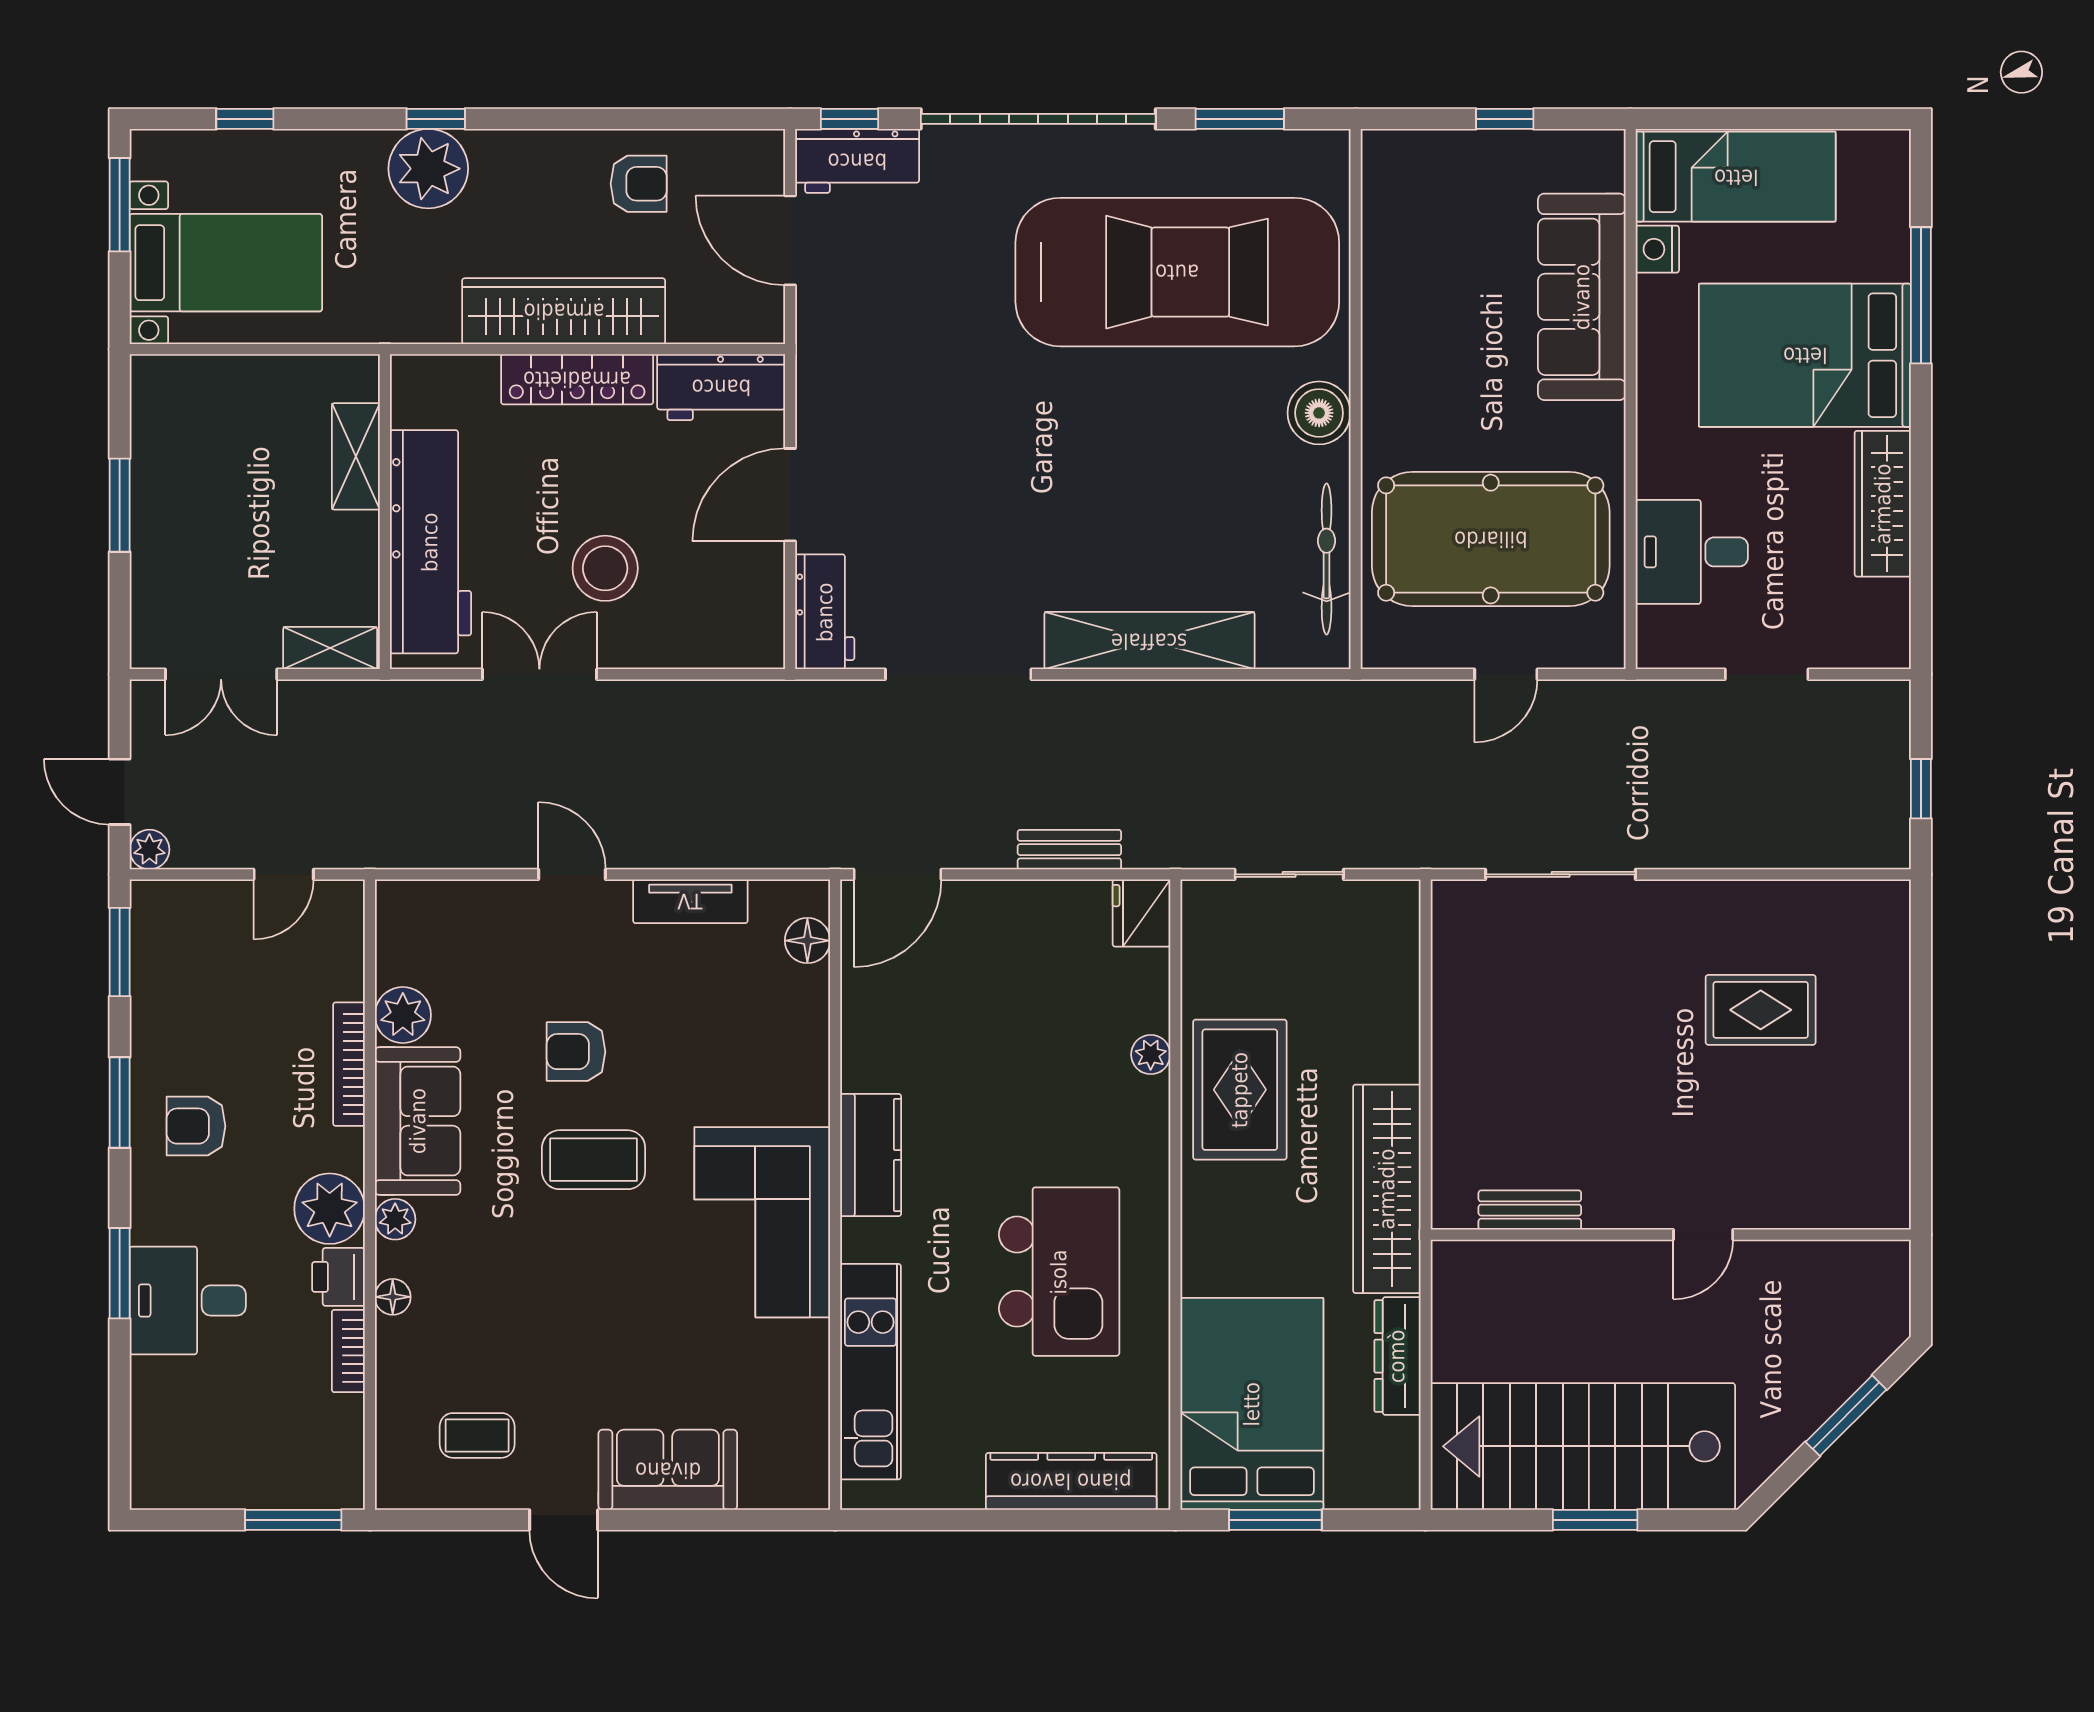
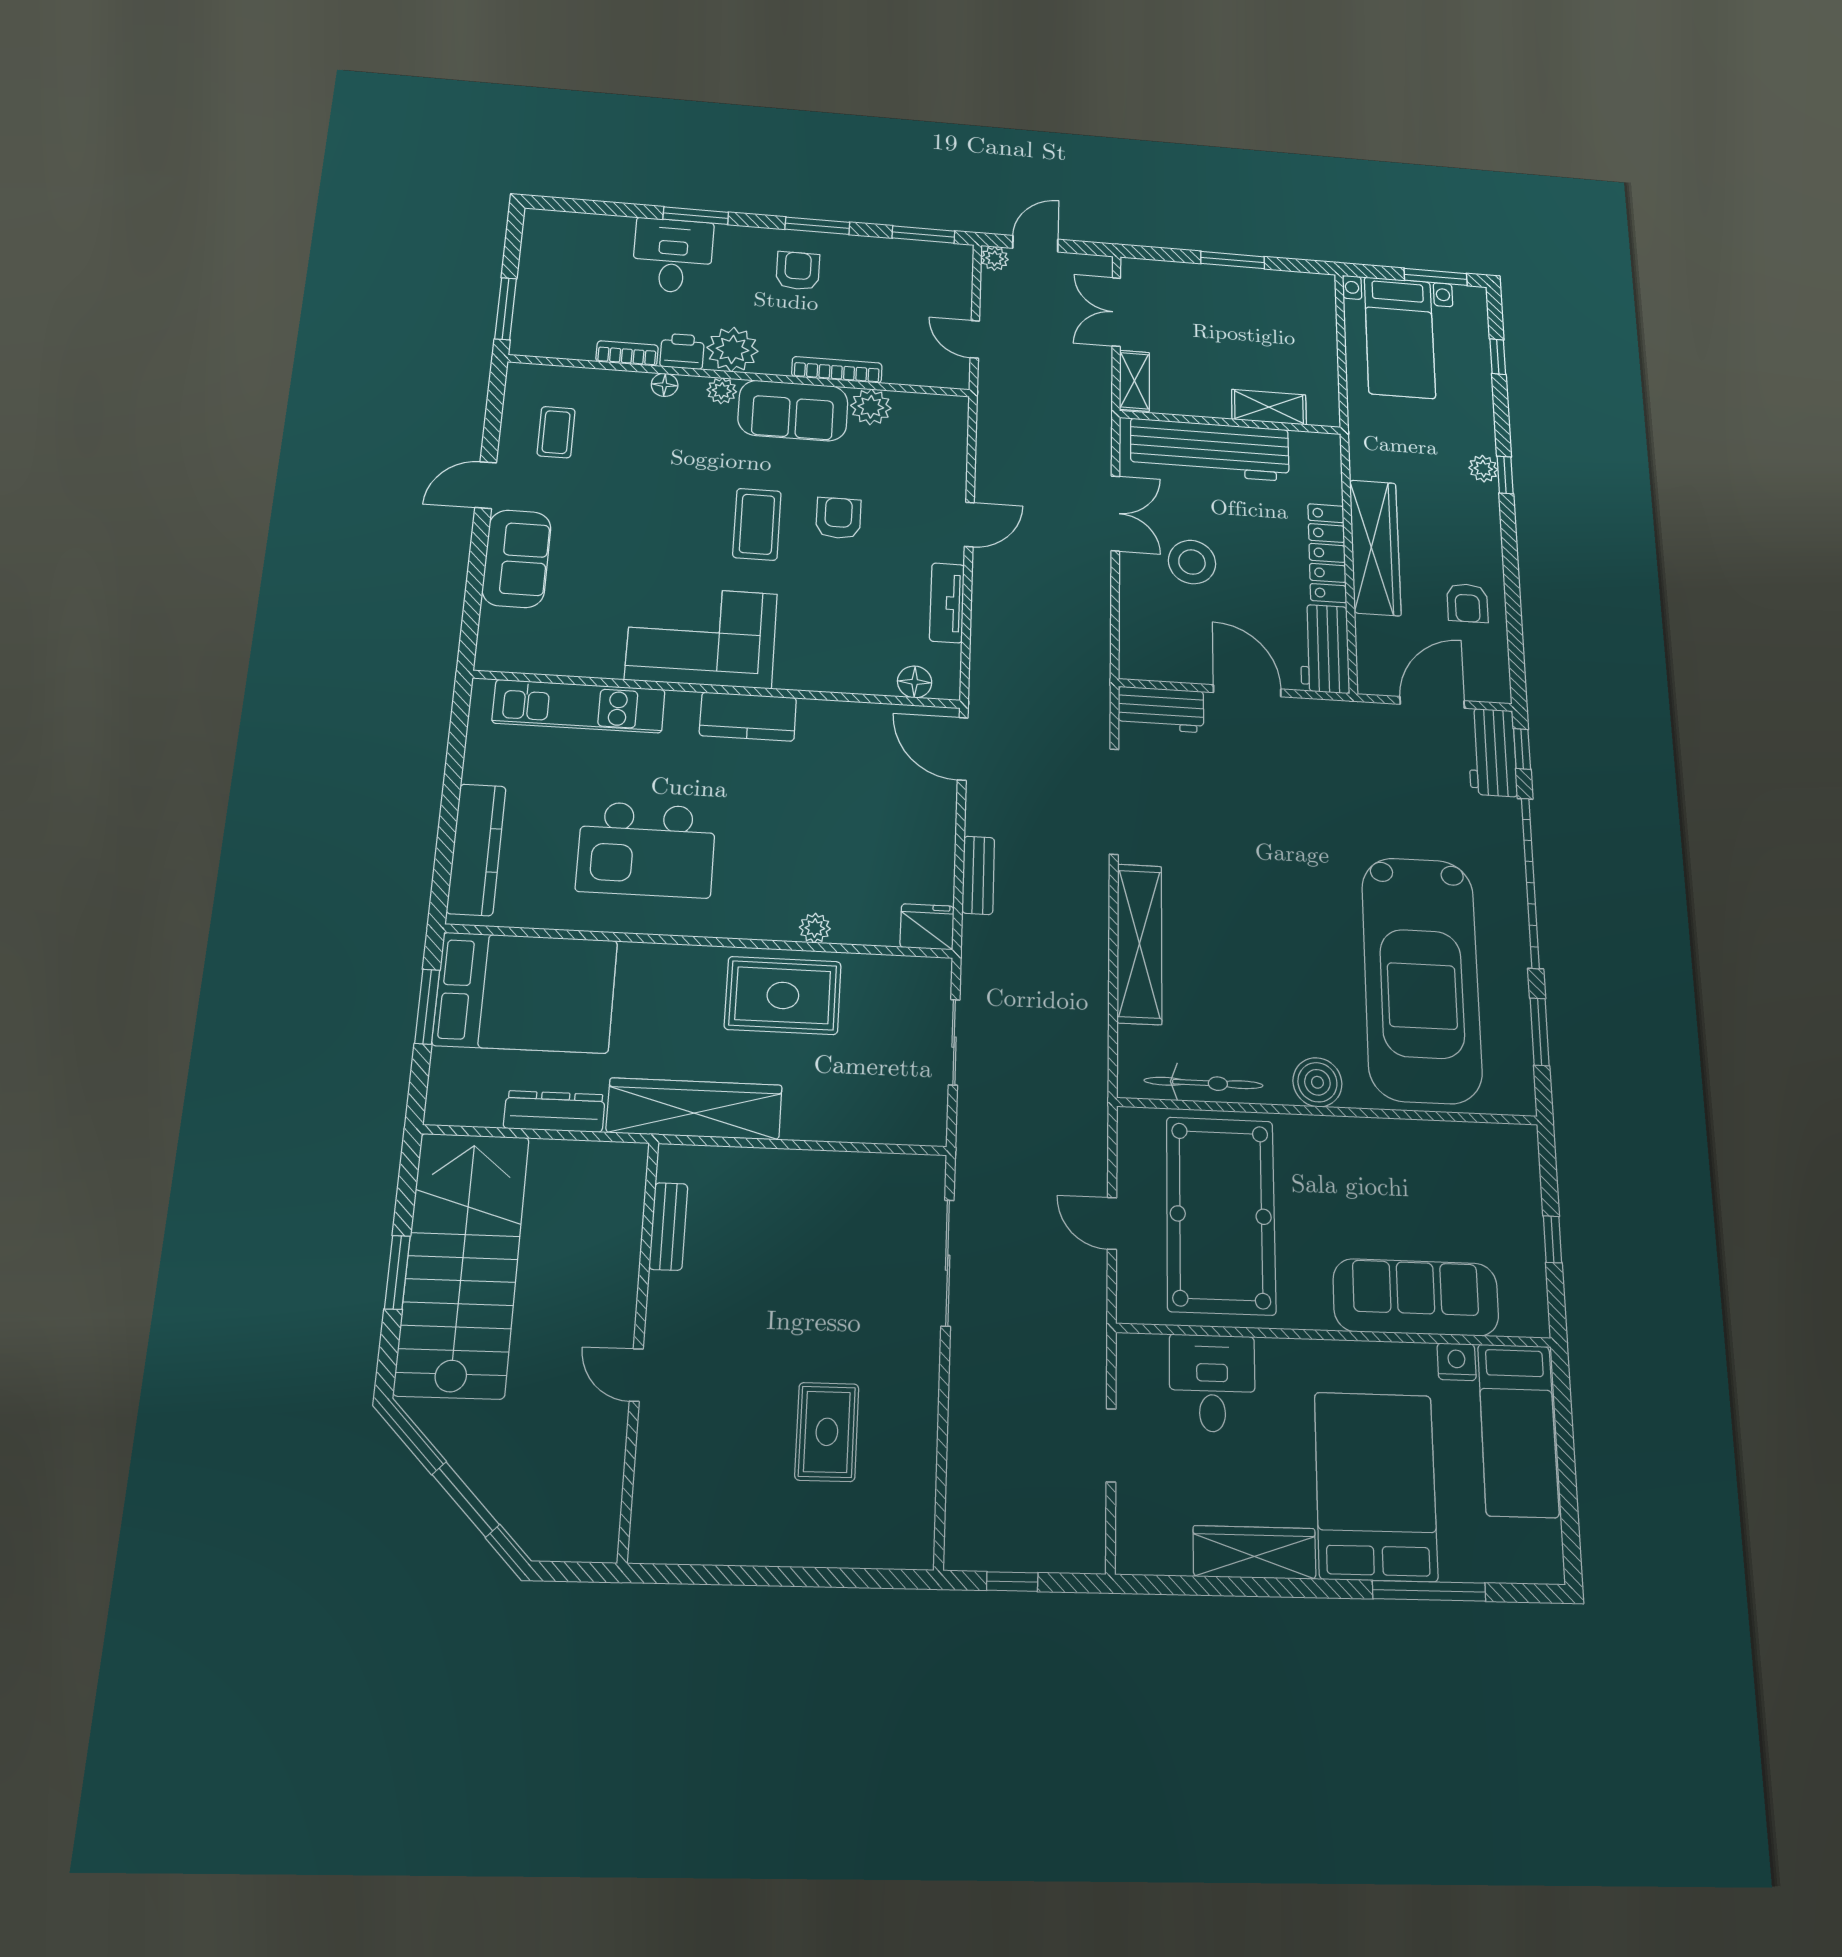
plant: (428, 169) -> (1483, 469), width x0.53, depth x0.53

